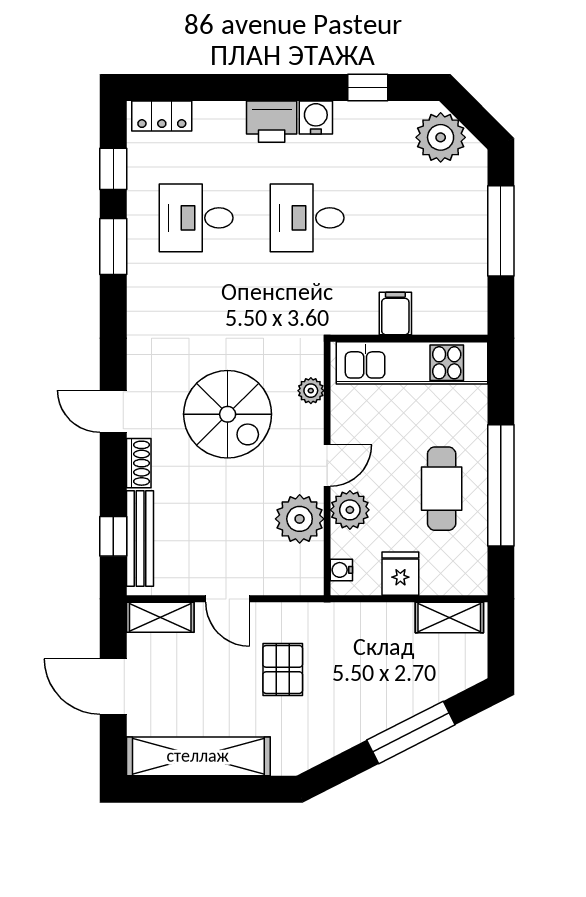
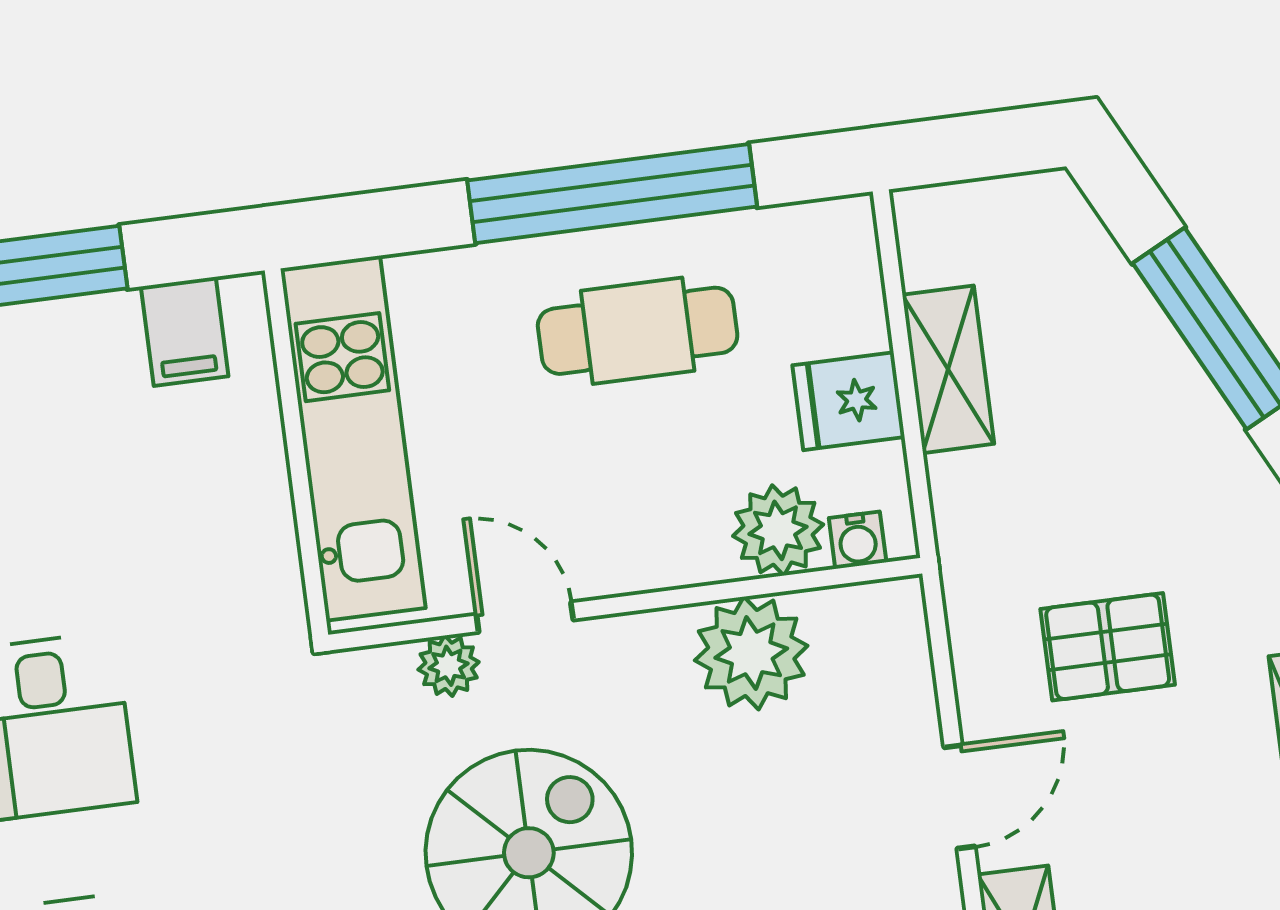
filing cabinet: (395, 314) -> (185, 331), moved, turned -90
door: (327, 466) -> (525, 617), moved
plant: (350, 510) -> (778, 530), moved
shelving: (449, 617) -> (948, 369), moved

